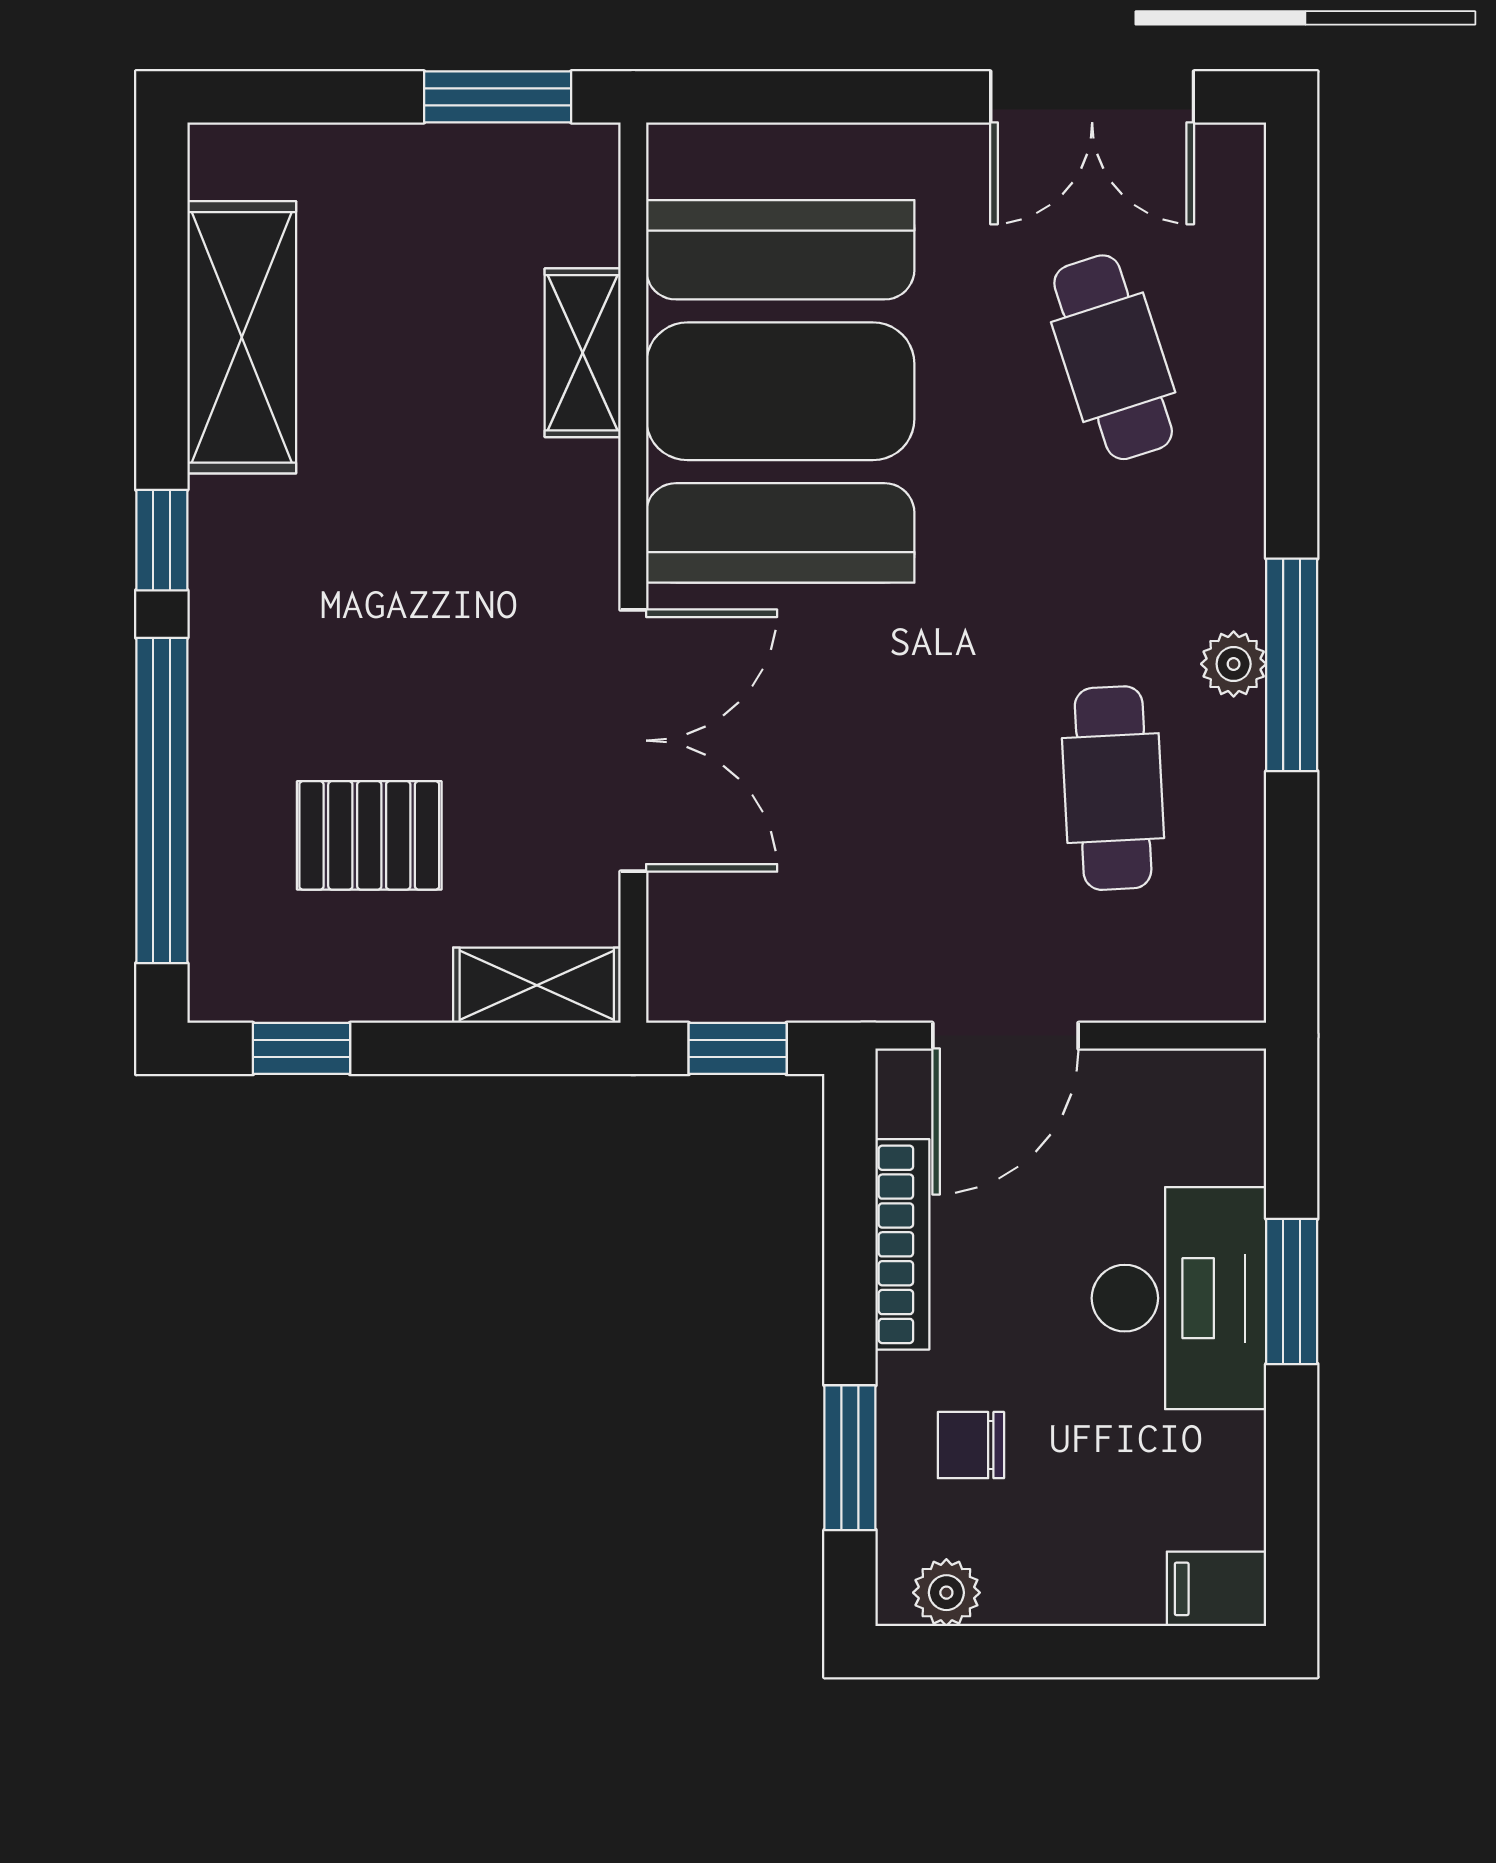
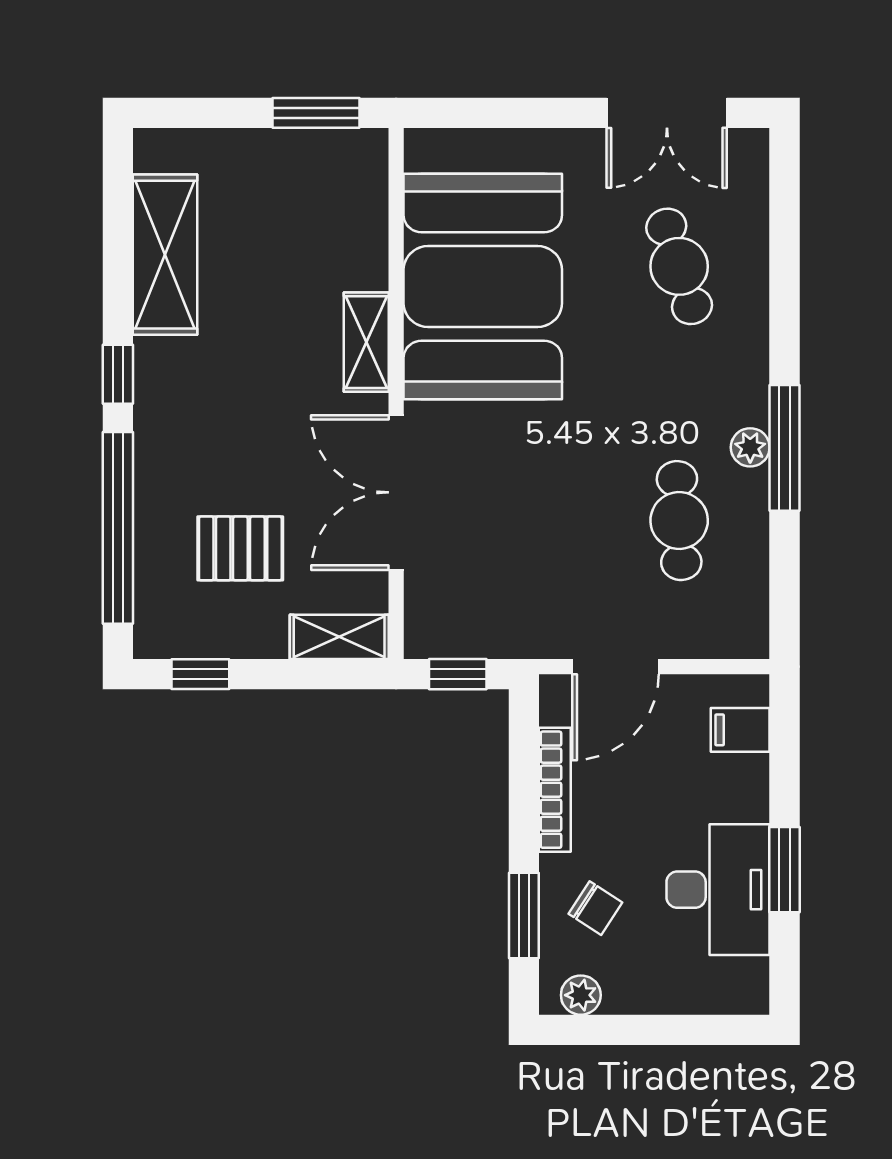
shelving: (583, 353) -> (366, 342), moved
double door: (633, 741) -> (396, 492), swing flipped
window: (1292, 1291) -> (784, 870), moved
desk: (1179, 1298) -> (718, 890), moved
chair: (971, 1445) -> (595, 908), turned -147
filing cabinet: (1217, 1589) -> (740, 730), moved

